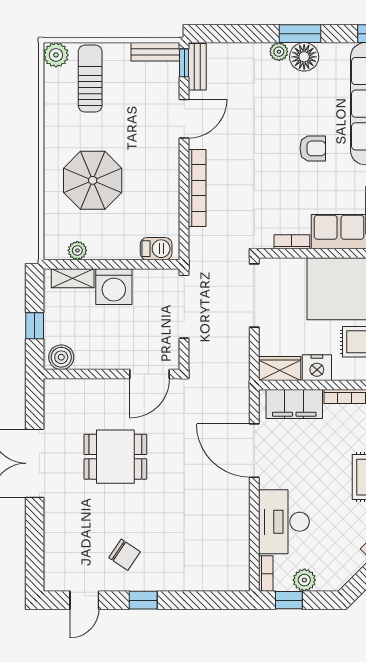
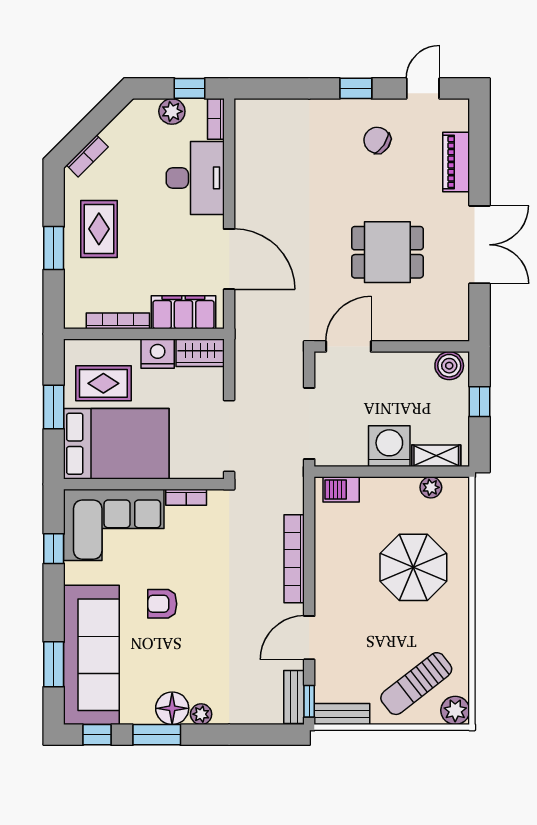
window: (300, 34) -> (157, 735), moved
sun lounger: (90, 79) -> (416, 684), turned 52
piano: (55, 536) -> (456, 162), added

